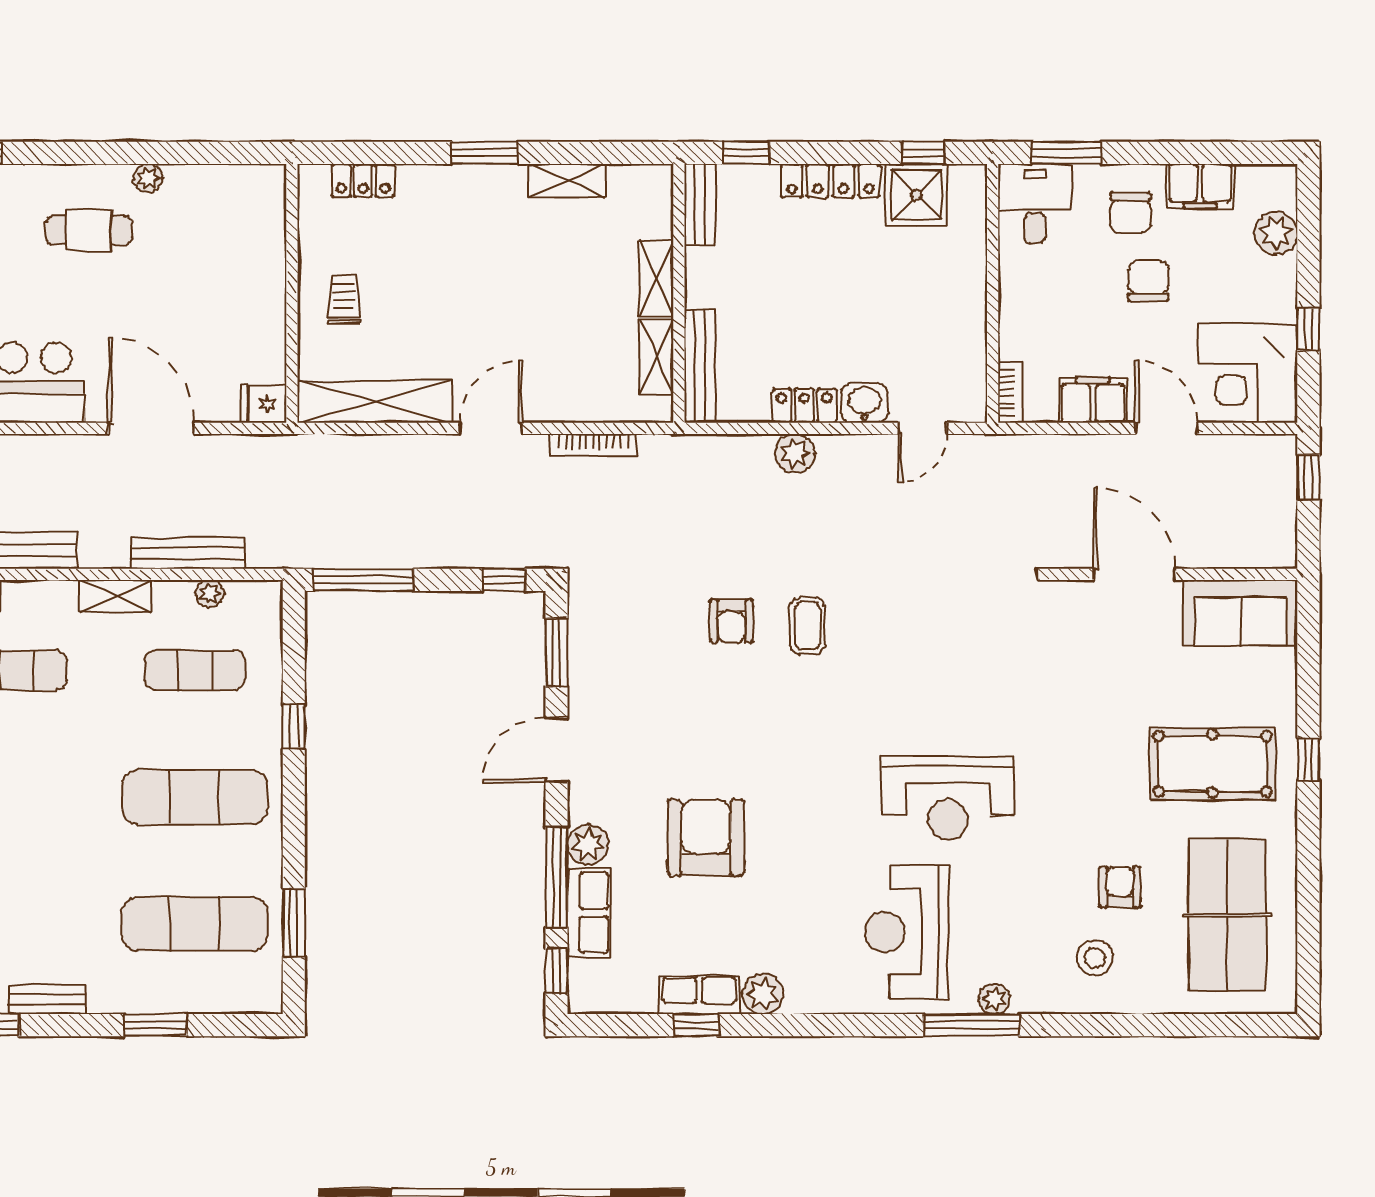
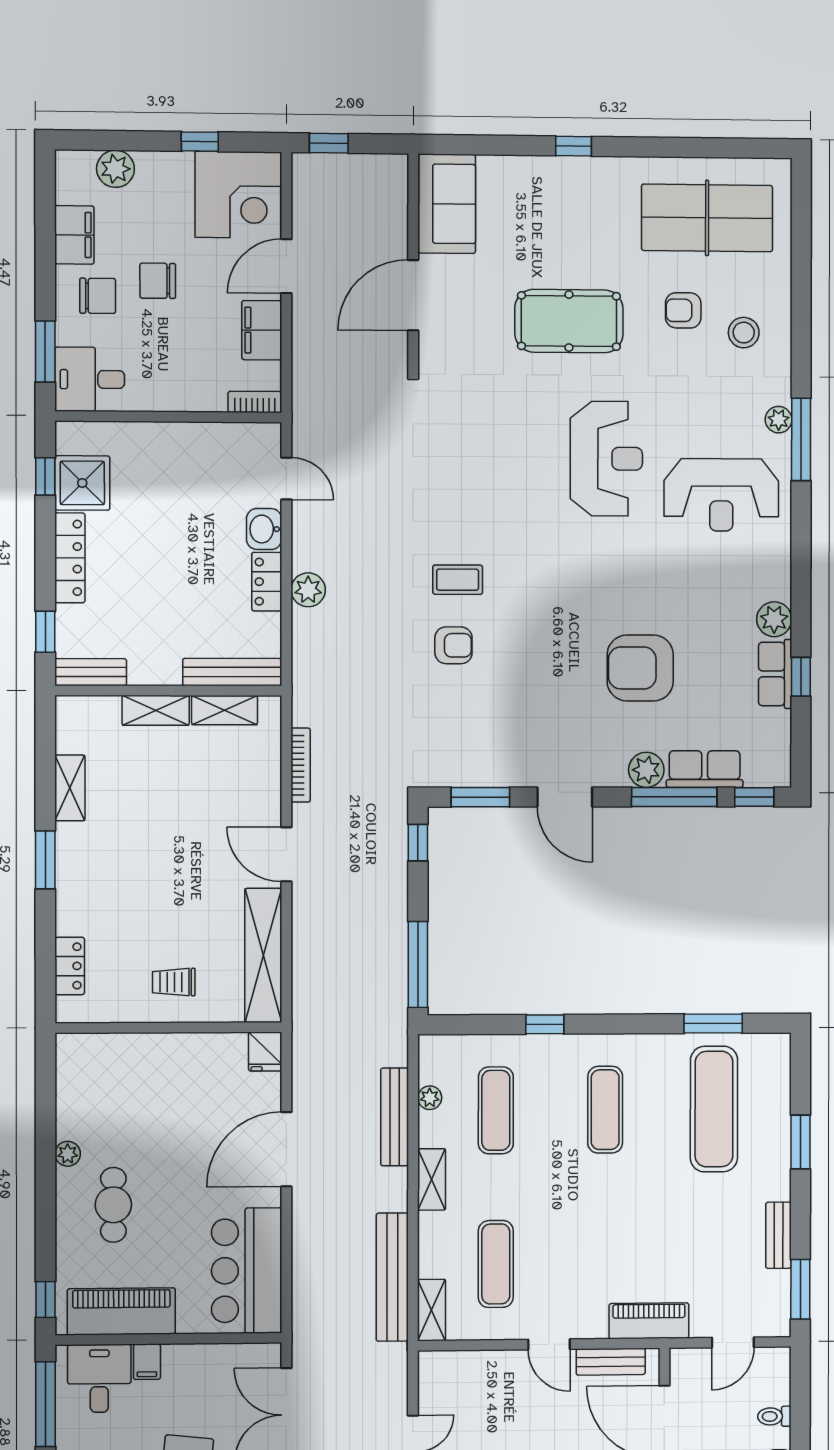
pool table: (1213, 764) -> (569, 321), moved, turned 90
exercise mat: (195, 797) -> (605, 1110), width x0.73, depth x0.69

